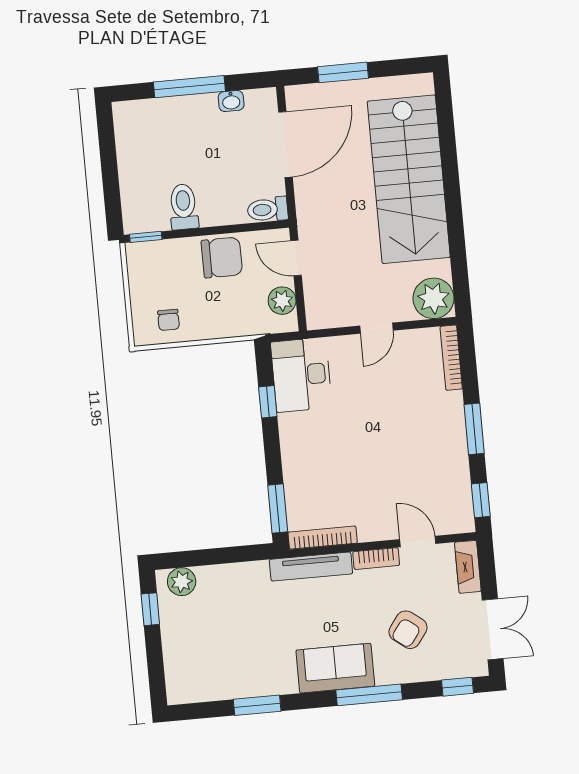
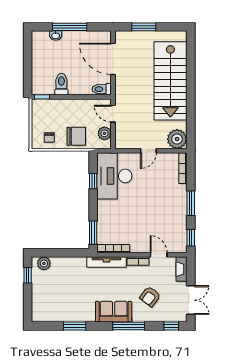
washbasin: (231, 101) -> (56, 36), moved
door: (286, 145) -> (113, 59), swing flipped
chair: (222, 258) -> (76, 136), moved
desk: (301, 375) -> (114, 176), width x1.36, depth x1.30

